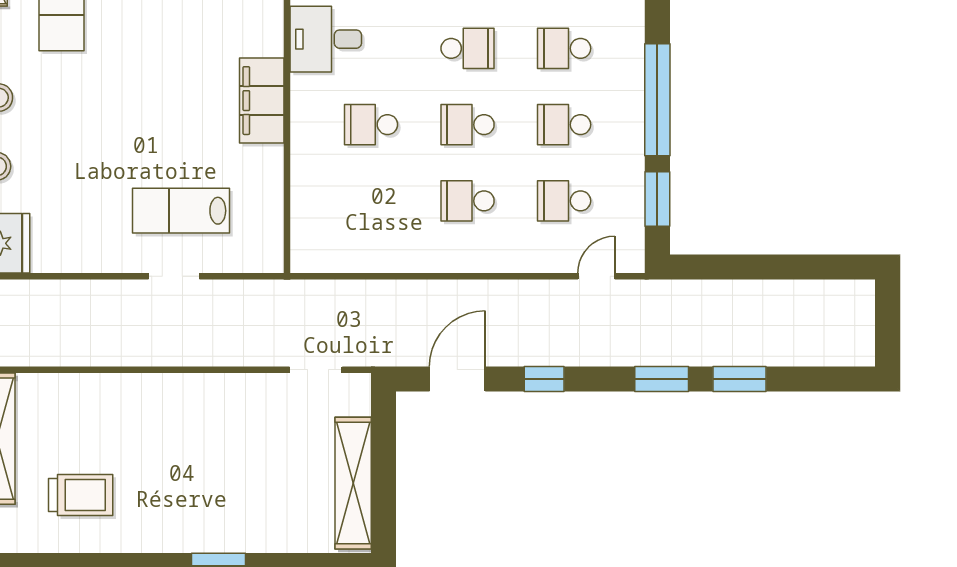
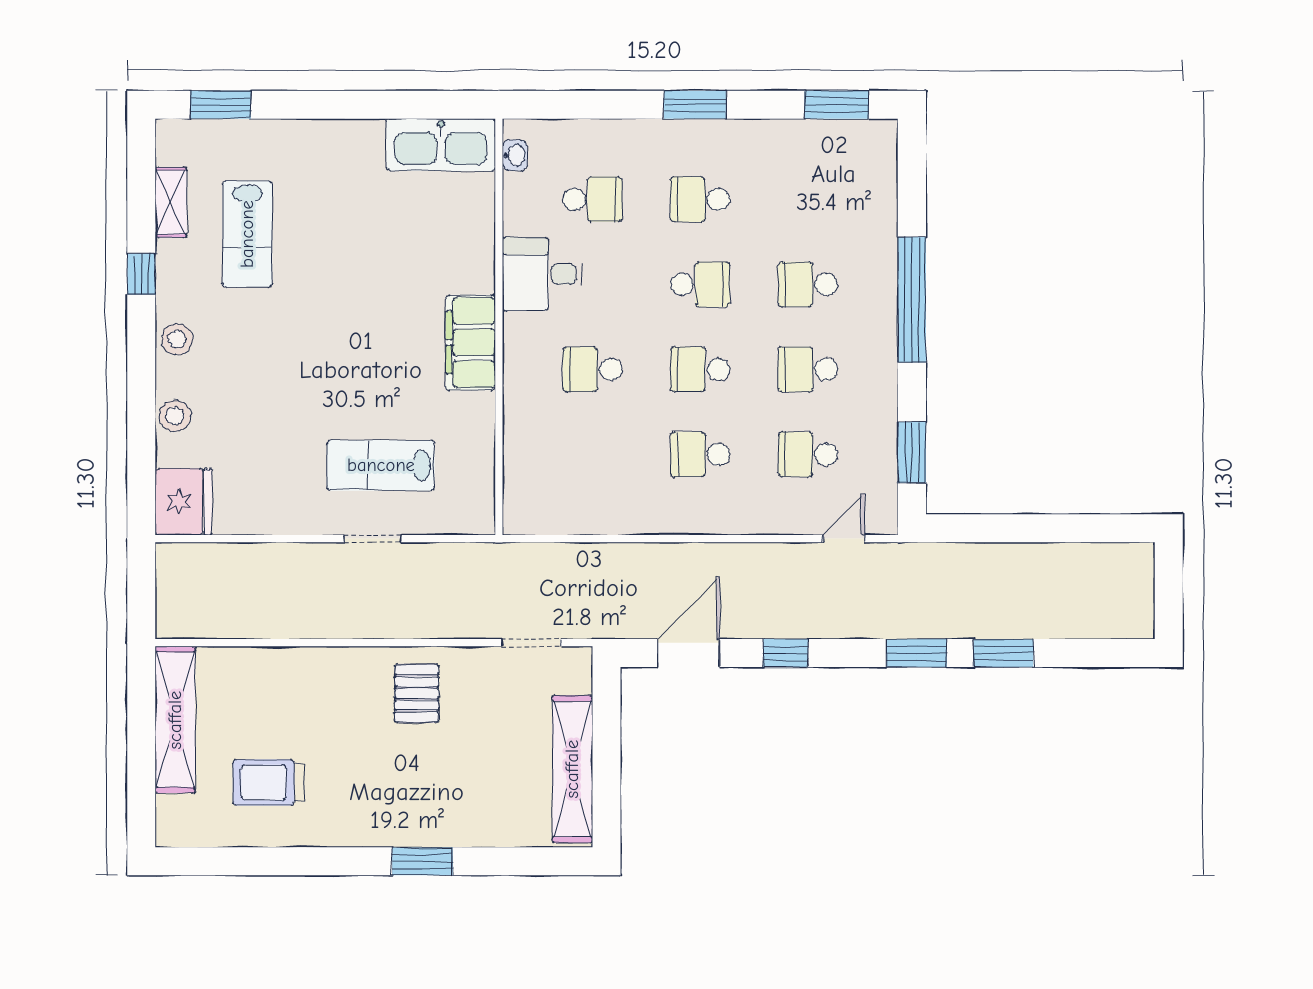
window: (657, 100) -> (912, 300), moved
pallet: (213, 415) -> (417, 693), added
trolley: (81, 495) -> (269, 783), turned 180

